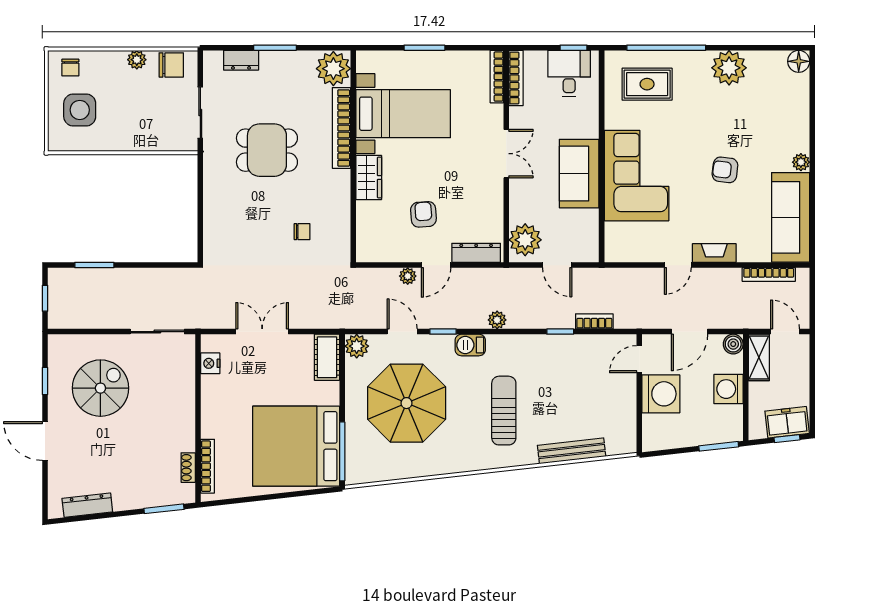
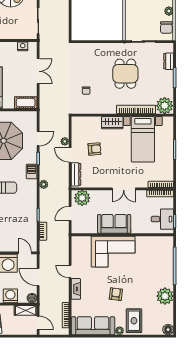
rug: (647, 84) -> (134, 321), moved
door: (785, 332) -> (38, 323), hinge flipped
plant: (357, 346) -> (31, 117), removed

